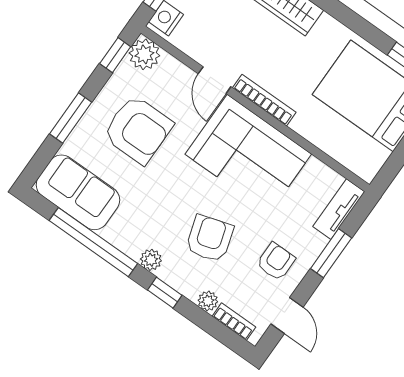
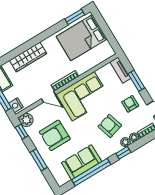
armchair: (138, 130) -> (55, 135), turned 180
sofa: (78, 192) -> (82, 162), moved
plant: (151, 260) -> (125, 142), moved

